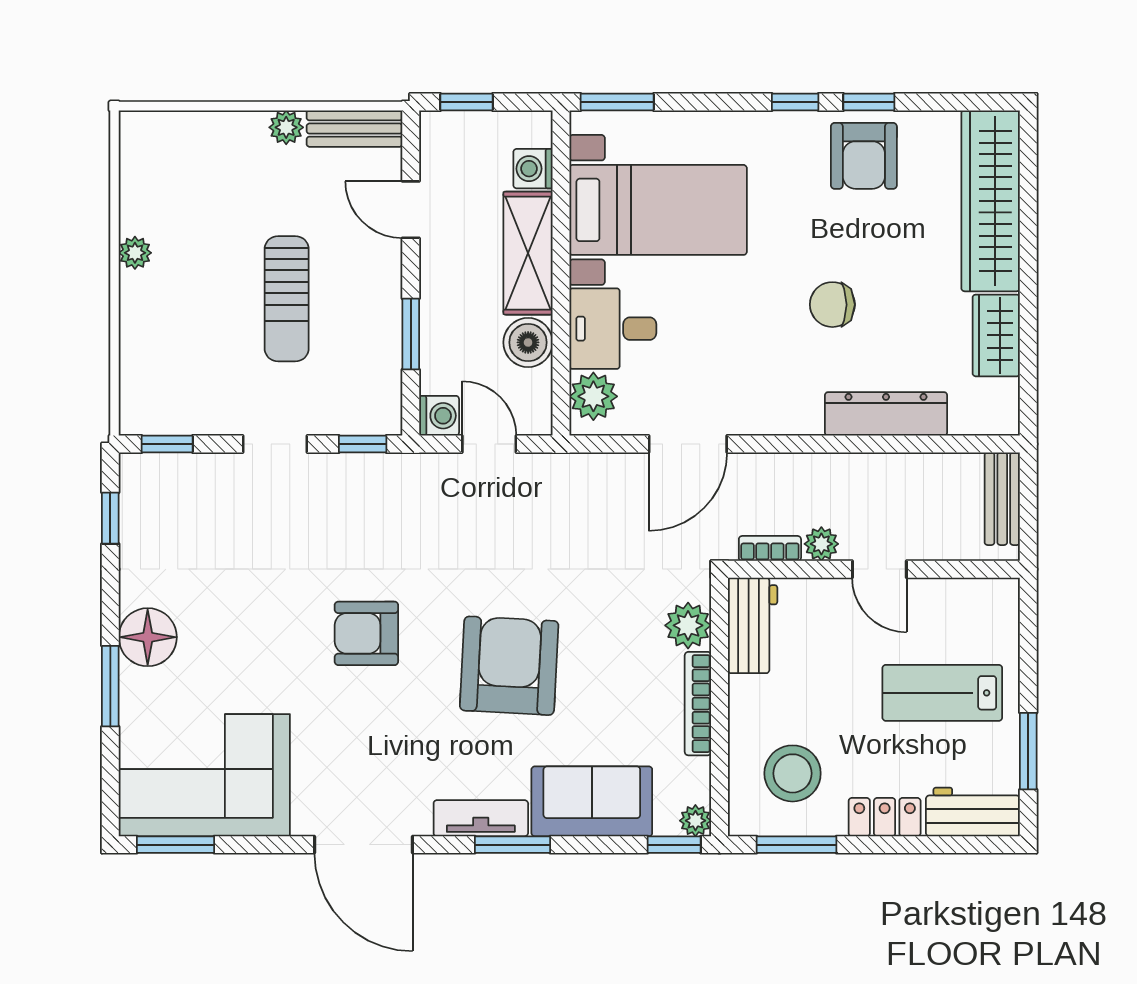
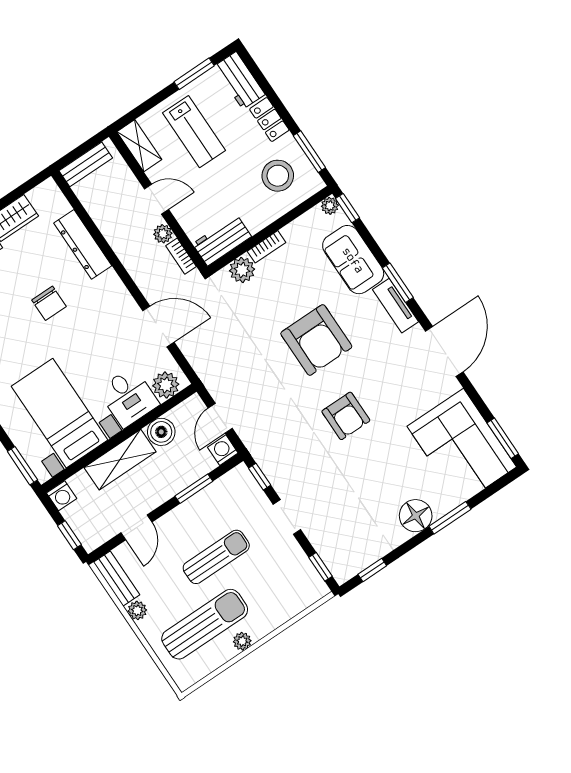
washing machine: (533, 169) -> (62, 496), moved
sun lounger: (198, 214) -> (205, 624), added
door: (879, 569) -> (157, 199), hinge flipped
shelving: (976, 597) -> (139, 146), added
armchair: (509, 666) -> (316, 340), turned -93
bookcase: (698, 704) -> (266, 247), width x0.64

